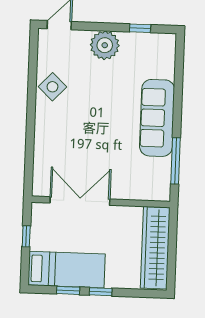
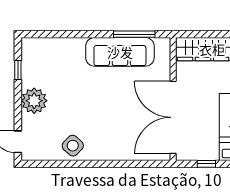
sofa: (157, 118) -> (120, 52), moved
double door: (80, 201) -> (173, 117), width x1.36

